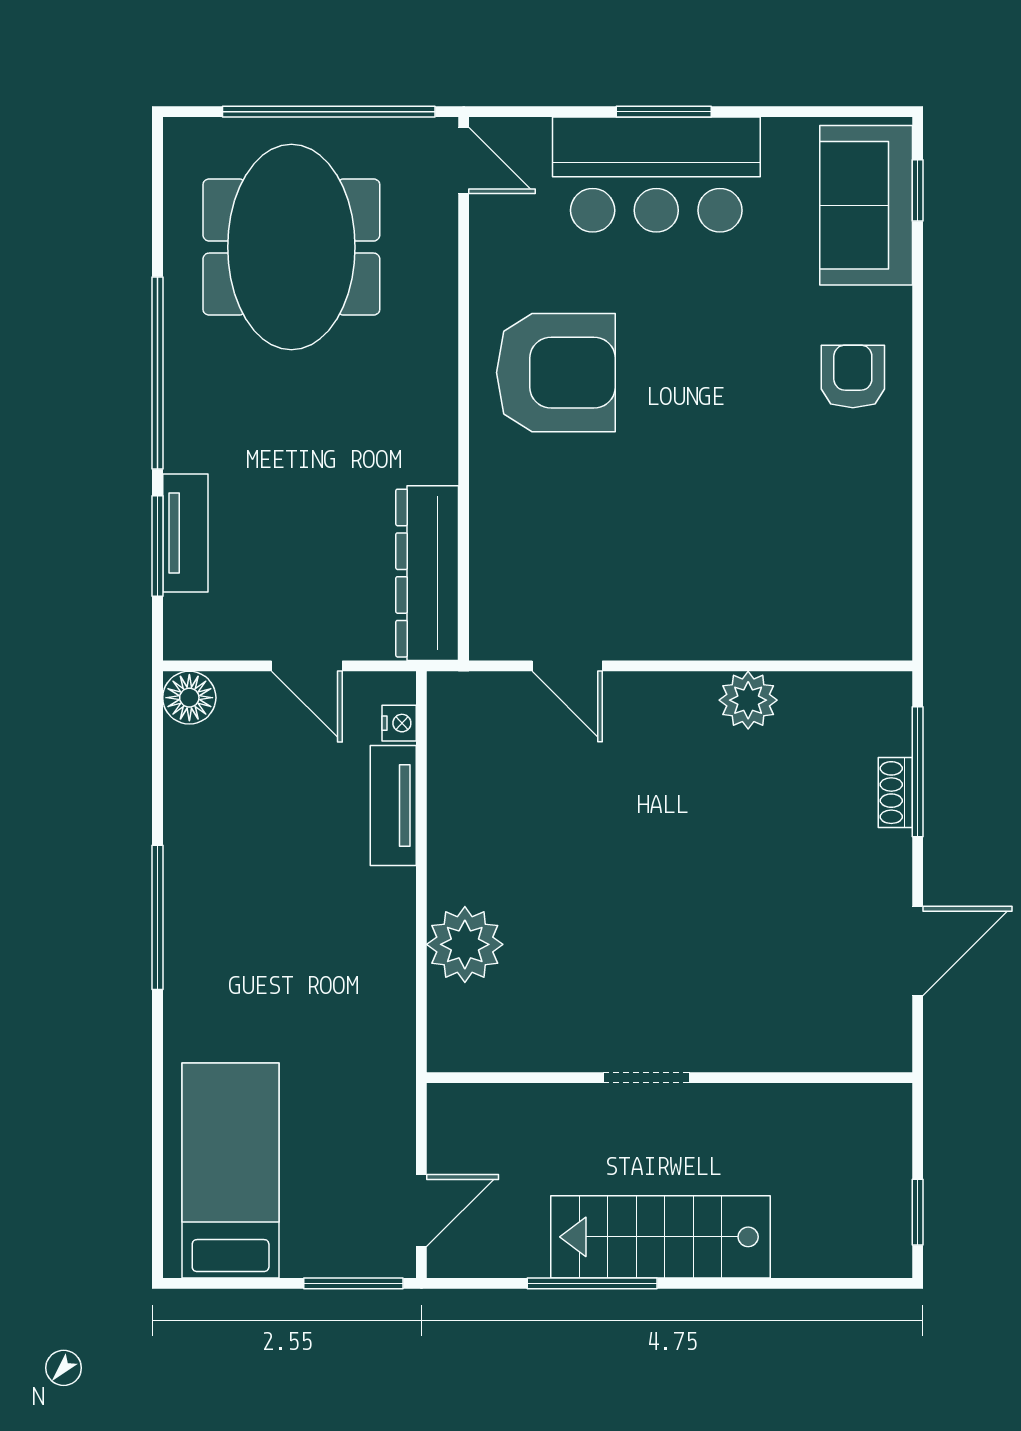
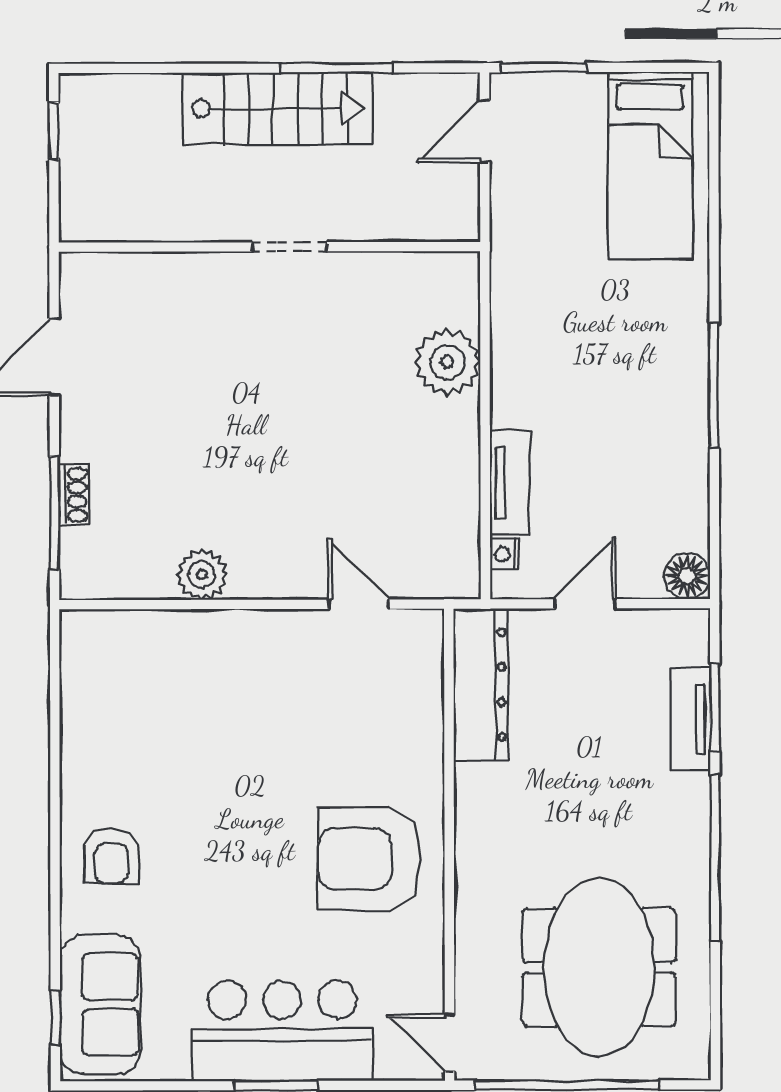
door: (307, 666) -> (585, 604), hinge flipped

